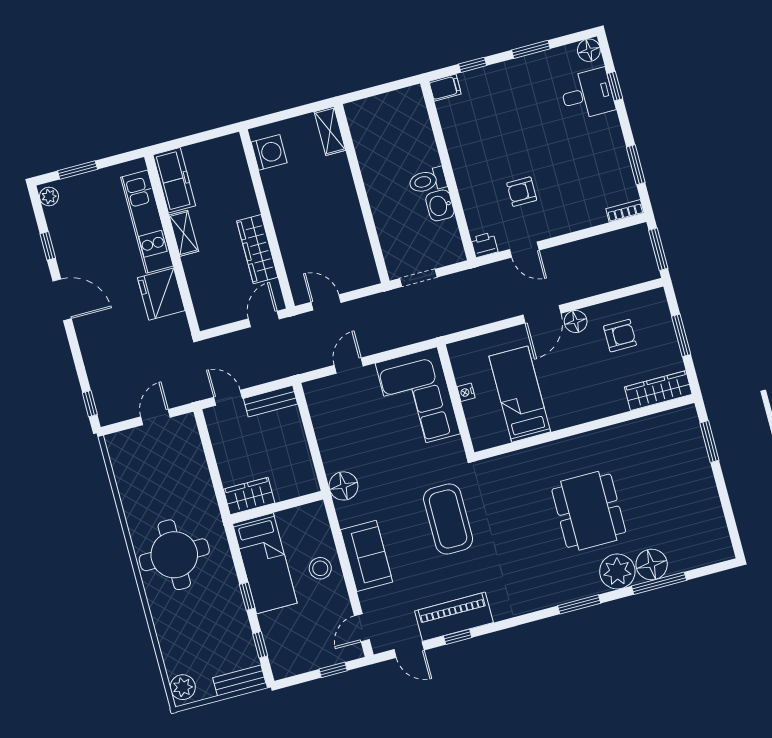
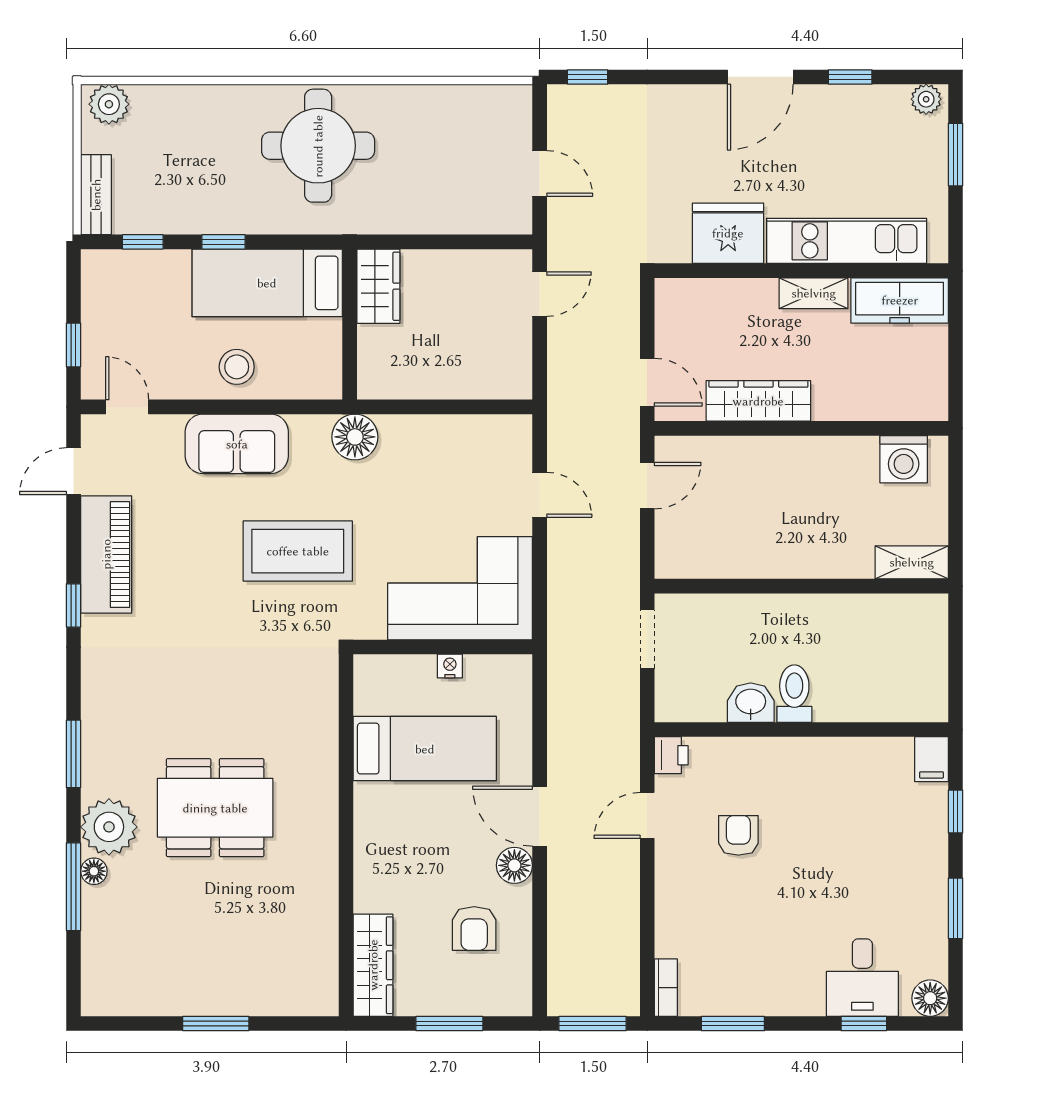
bench: (270, 401) -> (517, 359), removed
window: (709, 442) -> (216, 1024), moved
coffee table: (448, 519) -> (298, 551), moved
floor lamp: (652, 565) -> (94, 871), width x0.53, depth x0.53
window: (458, 637) -> (74, 605), moved

